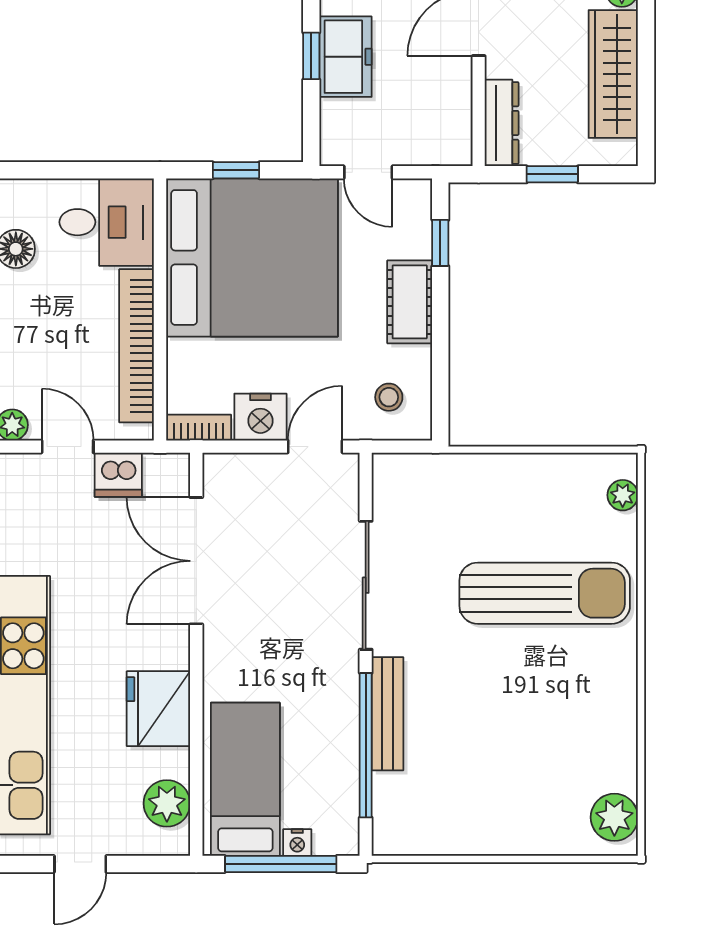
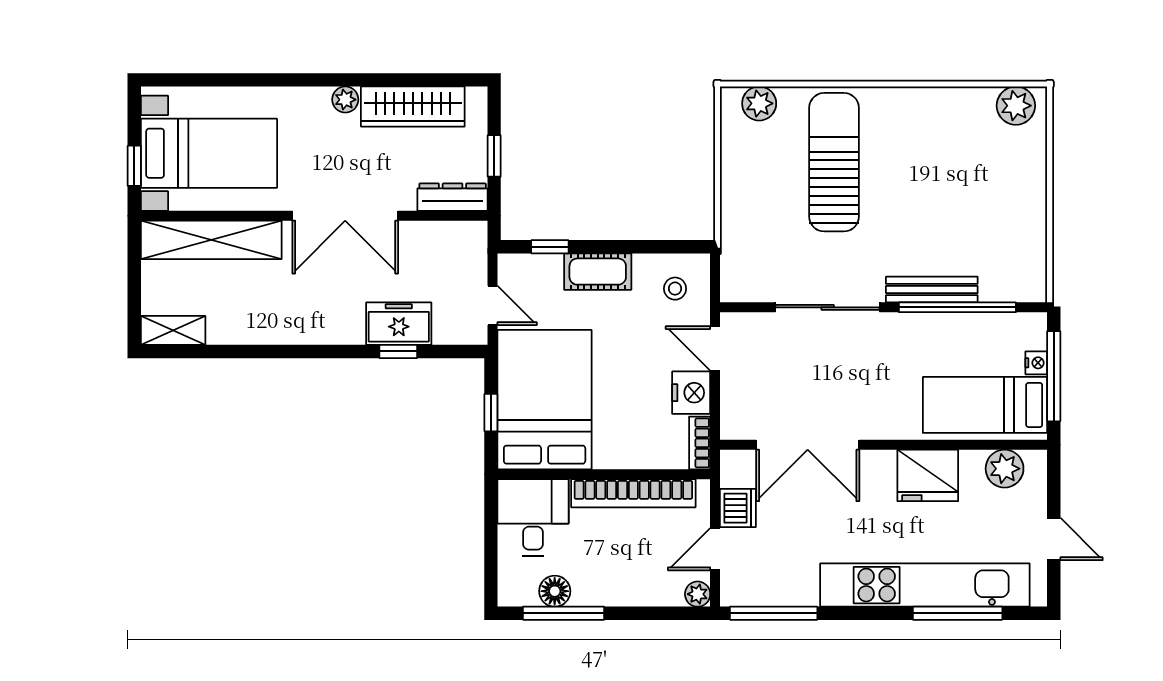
door: (368, 172) -> (493, 305), hinge flipped
bed: (252, 257) -> (545, 400), width x0.73
plant: (623, 495) -> (759, 103), width x1.38, depth x1.38

